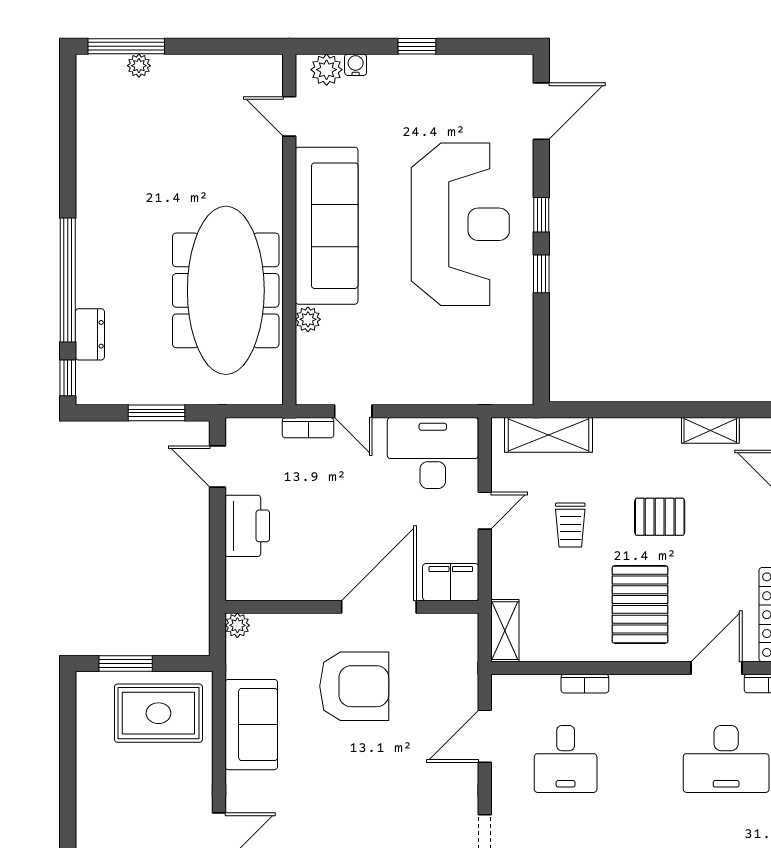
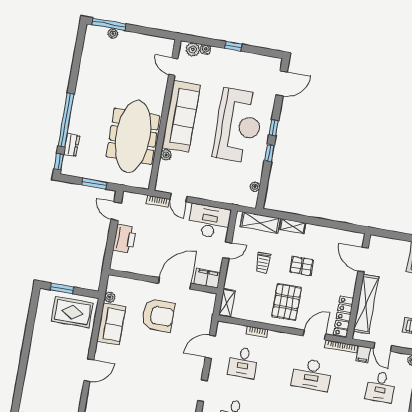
plant: (522, 356) -> (255, 187), added
shelving: (710, 430) -> (293, 226), moved
plant: (237, 625) -> (110, 297), moved

